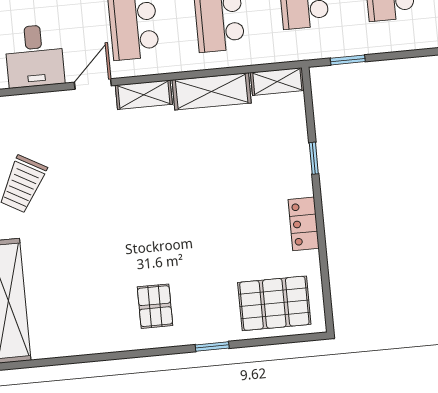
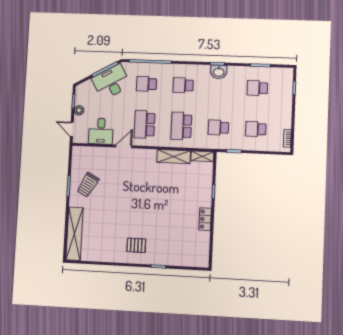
shelving: (144, 95) -> (145, 154), removed
pallet: (274, 303) -> (188, 252), removed
pallet: (155, 306) -> (136, 245), turned 90

